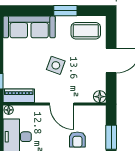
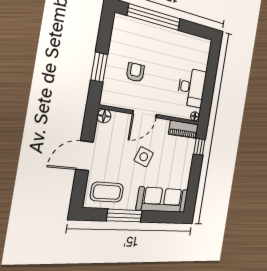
window: (65, 11) -> (124, 216), width x1.44
door: (62, 104) -> (145, 114), swing flipped

